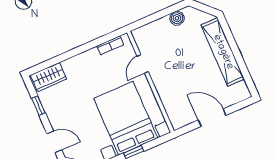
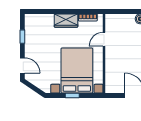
wardrobe: (48, 77) -> (66, 21), moved

